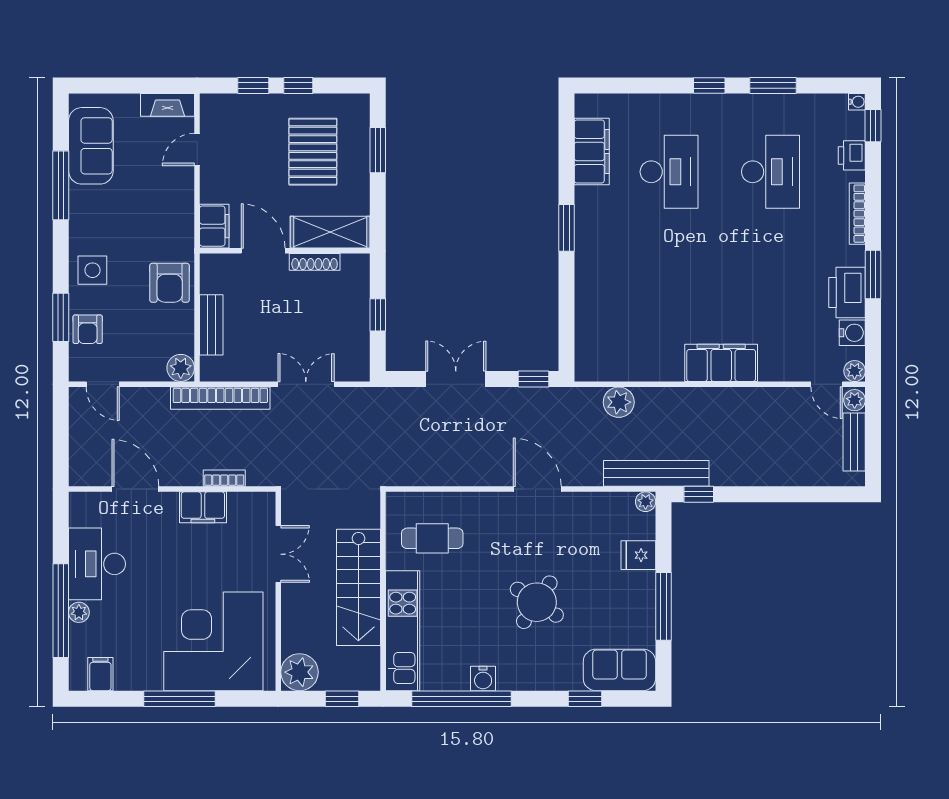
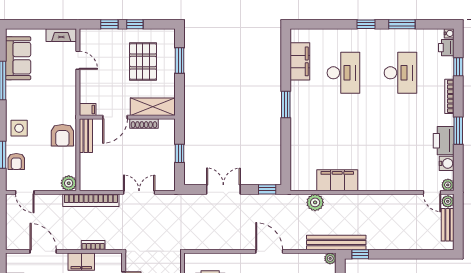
window: (873, 126) -> (458, 67), moved
door: (197, 149) -> (78, 60), swing flipped
printer: (852, 155) -> (446, 48), moved
filing cabinet: (214, 226) -> (88, 110), width x0.50
door: (263, 251) -> (115, 117), swing flipped
bench: (211, 325) -> (86, 136), moved
filing cabinet: (721, 363) -> (337, 180), moved

